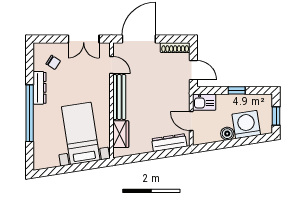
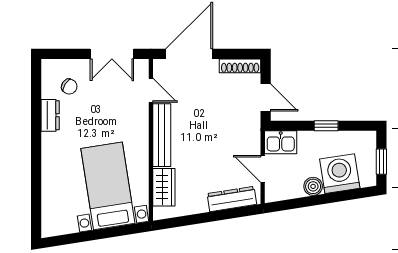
dresser: (40, 88) -> (50, 115), width x0.70
window: (30, 113) -> (36, 158), removed

